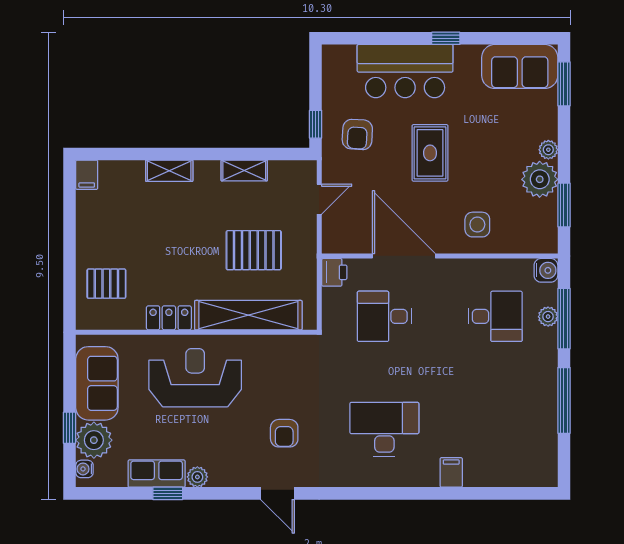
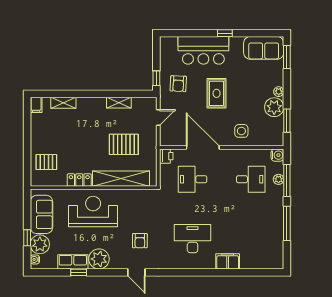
shelving: (169, 171) -> (63, 103), moved
filing cabinet: (451, 472) -> (228, 261), width x2.00
plant: (197, 477) -> (99, 259), width x1.88, depth x1.88

